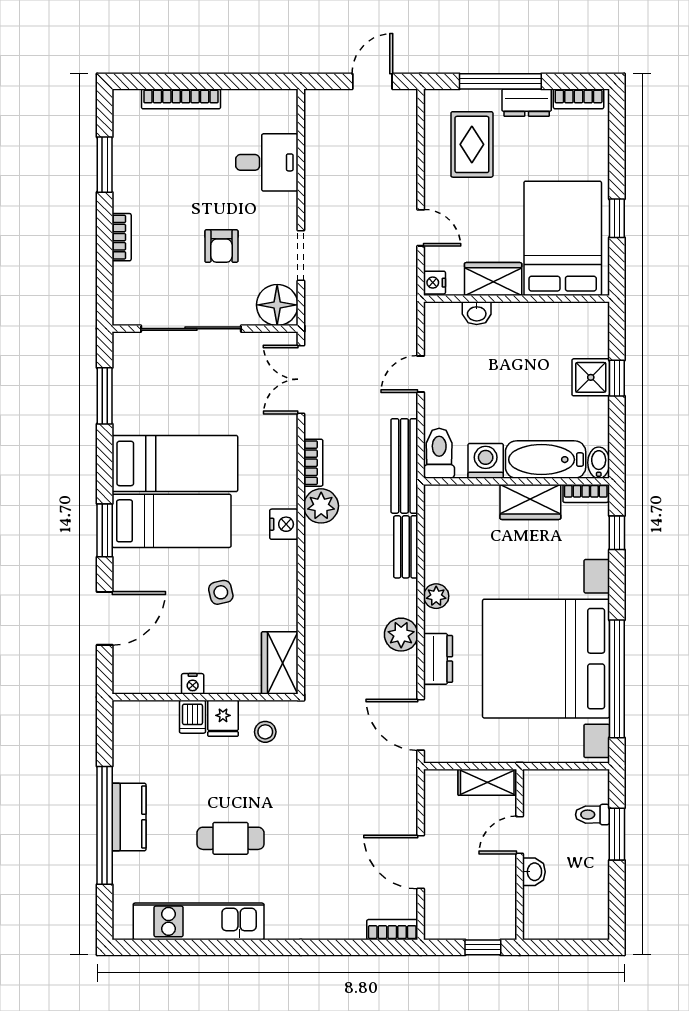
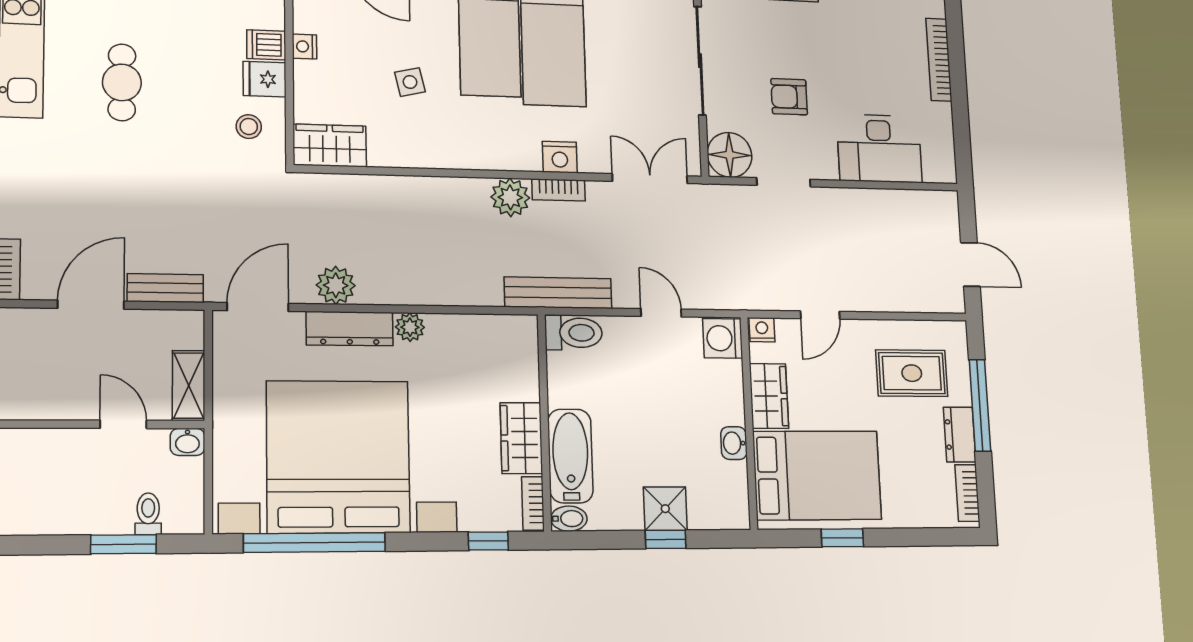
desk: (267, 162) -> (879, 148), width x1.37
washbasin: (477, 313) -> (734, 443), moved
washing machine: (486, 461) -> (723, 338), moved, turned 180
nightstand: (284, 524) -> (560, 157), moved
bench: (406, 547) -> (165, 288), moved
plant: (401, 635) -> (336, 285), moved
dresser: (438, 659) -> (350, 329), width x1.44
washbasin: (534, 872) -> (187, 442), moved

